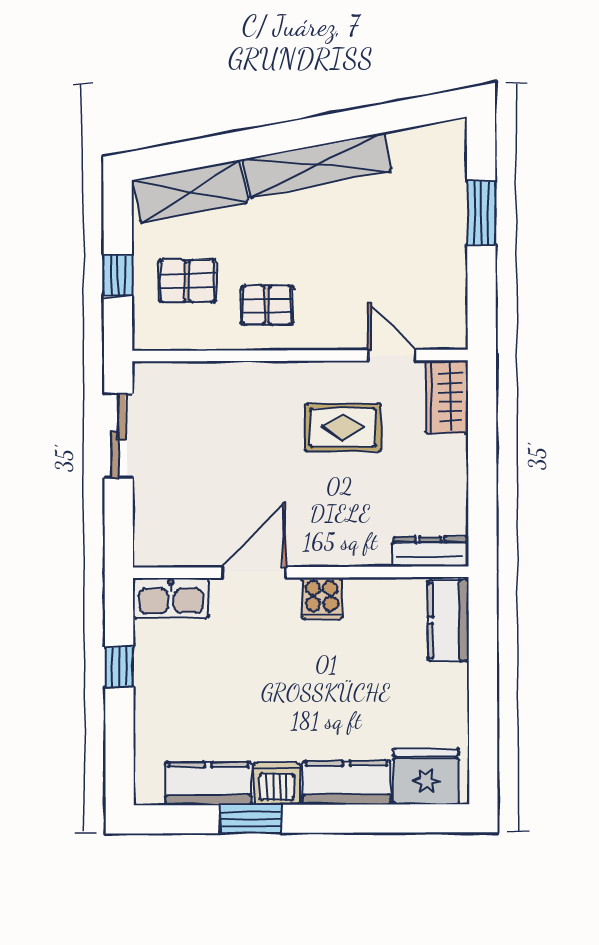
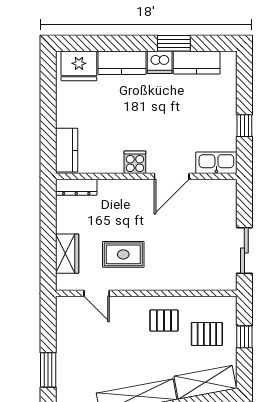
wardrobe: (447, 397) -> (67, 254), moved

